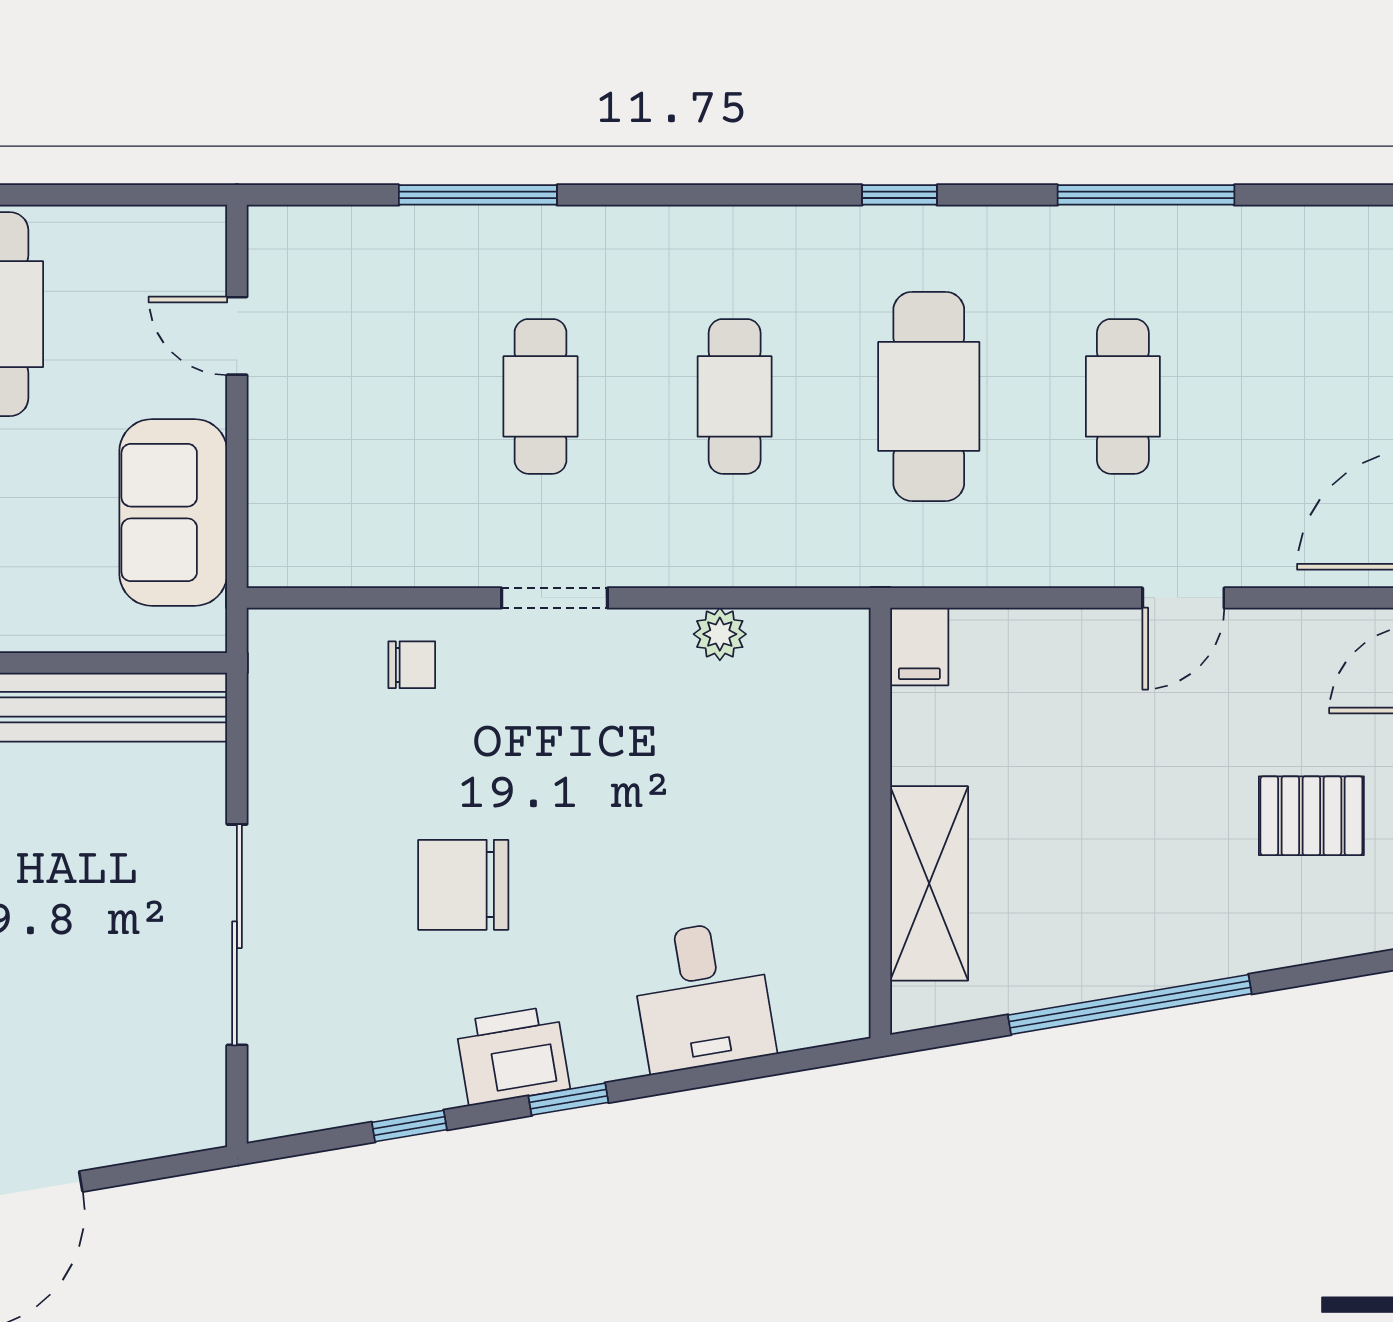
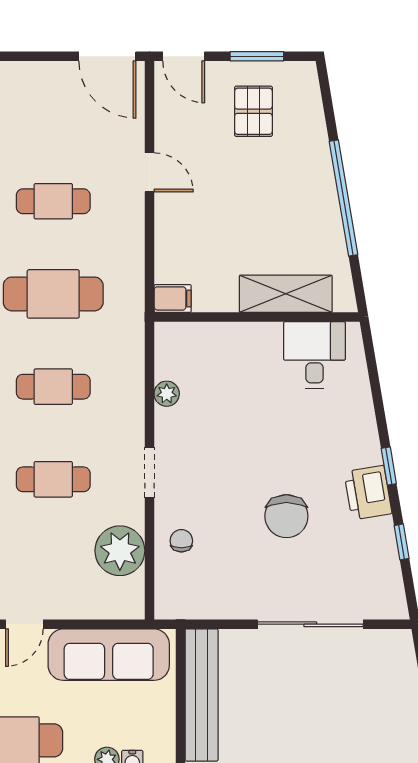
sofa: (173, 512) -> (109, 655), width x1.36
plant: (391, 536) -> (120, 551), added
desk: (702, 996) -> (314, 355), moved, turned -80

